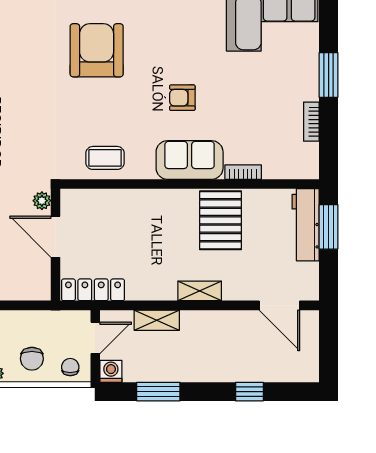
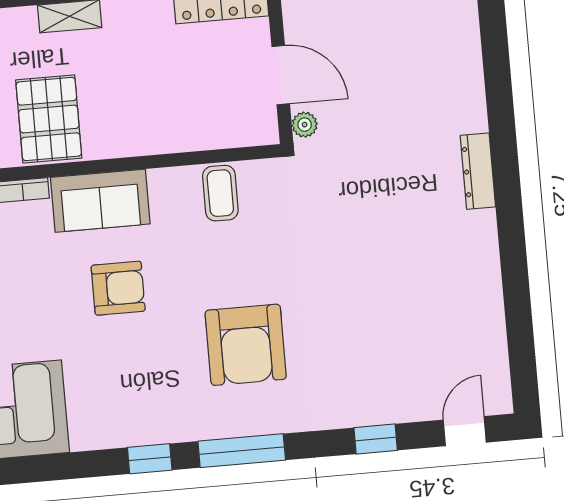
armchair: (182, 98) -> (118, 288), width x1.38, depth x1.38
coffee table: (105, 158) -> (220, 193), turned 90

